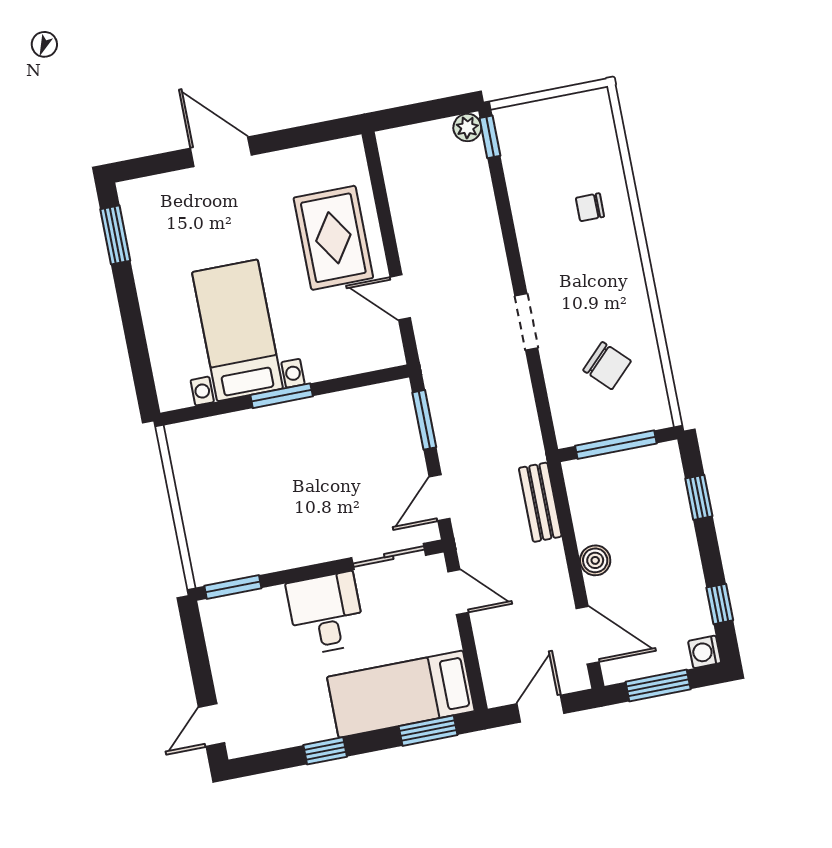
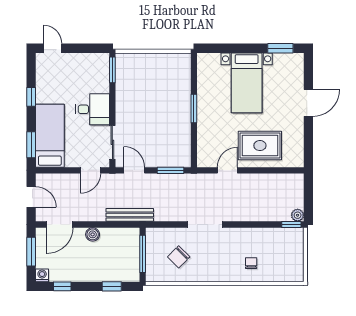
doorway: (526, 322) -> (205, 225), width x1.38
bed with nightstands: (237, 330) -> (247, 83), moved, turned 90
bench: (540, 502) -> (130, 215), width x1.36

